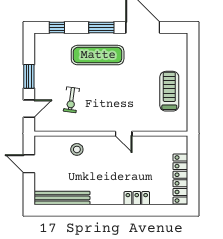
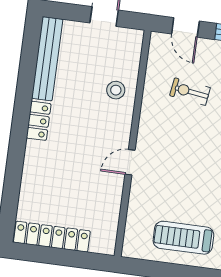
treadmill: (169, 91) -> (183, 238), turned 180
locker: (137, 198) -> (39, 121), moved

